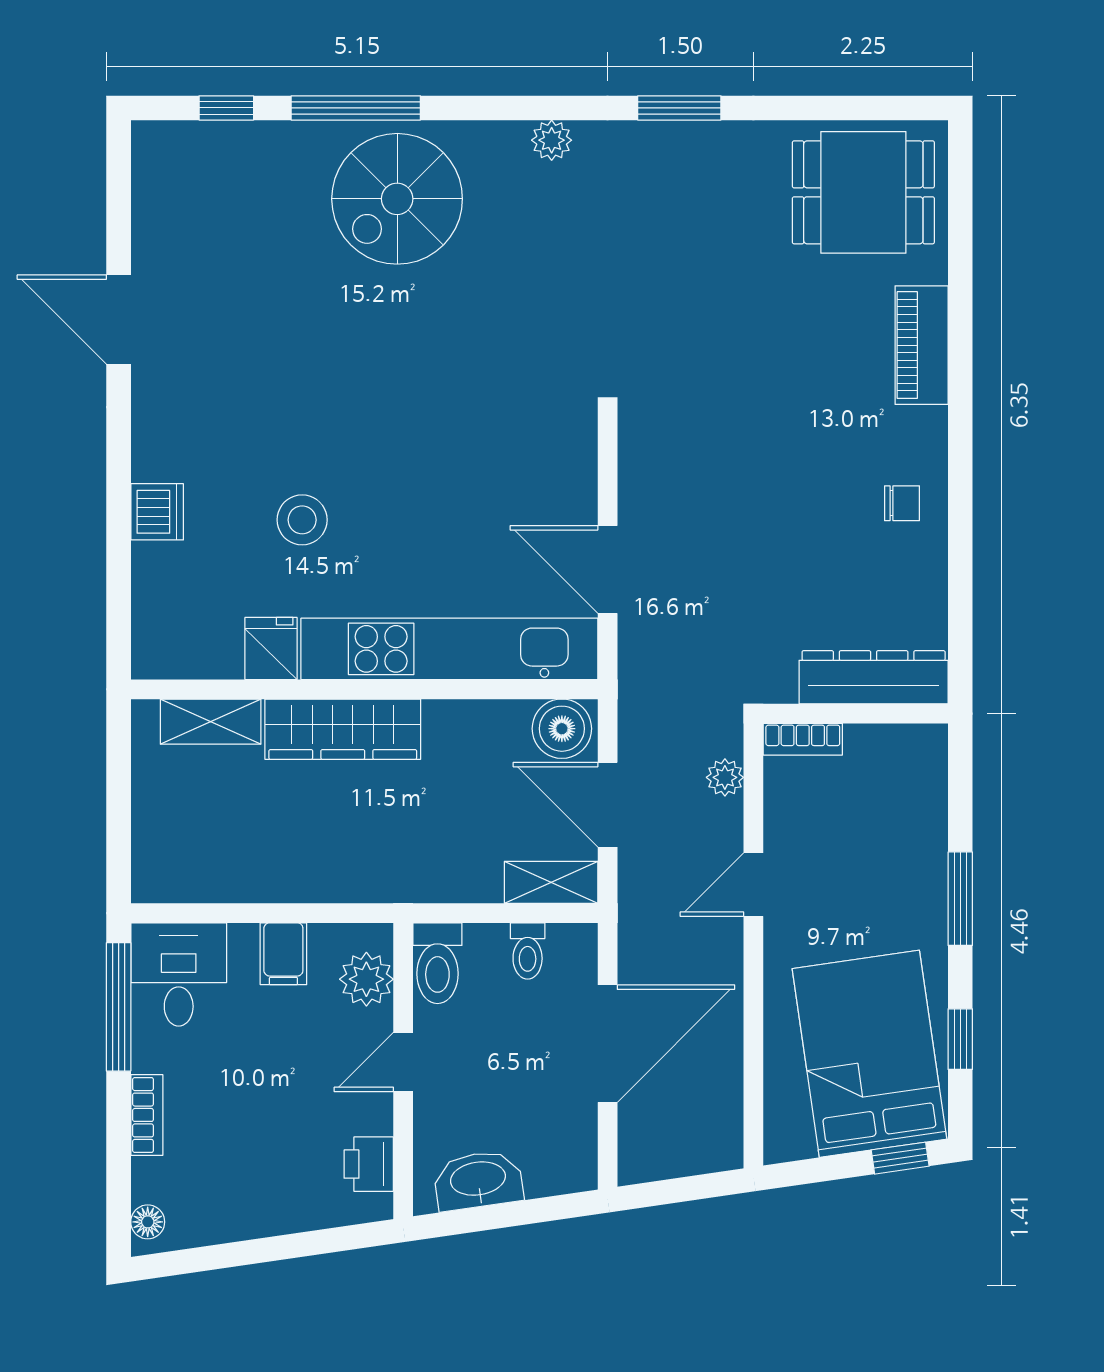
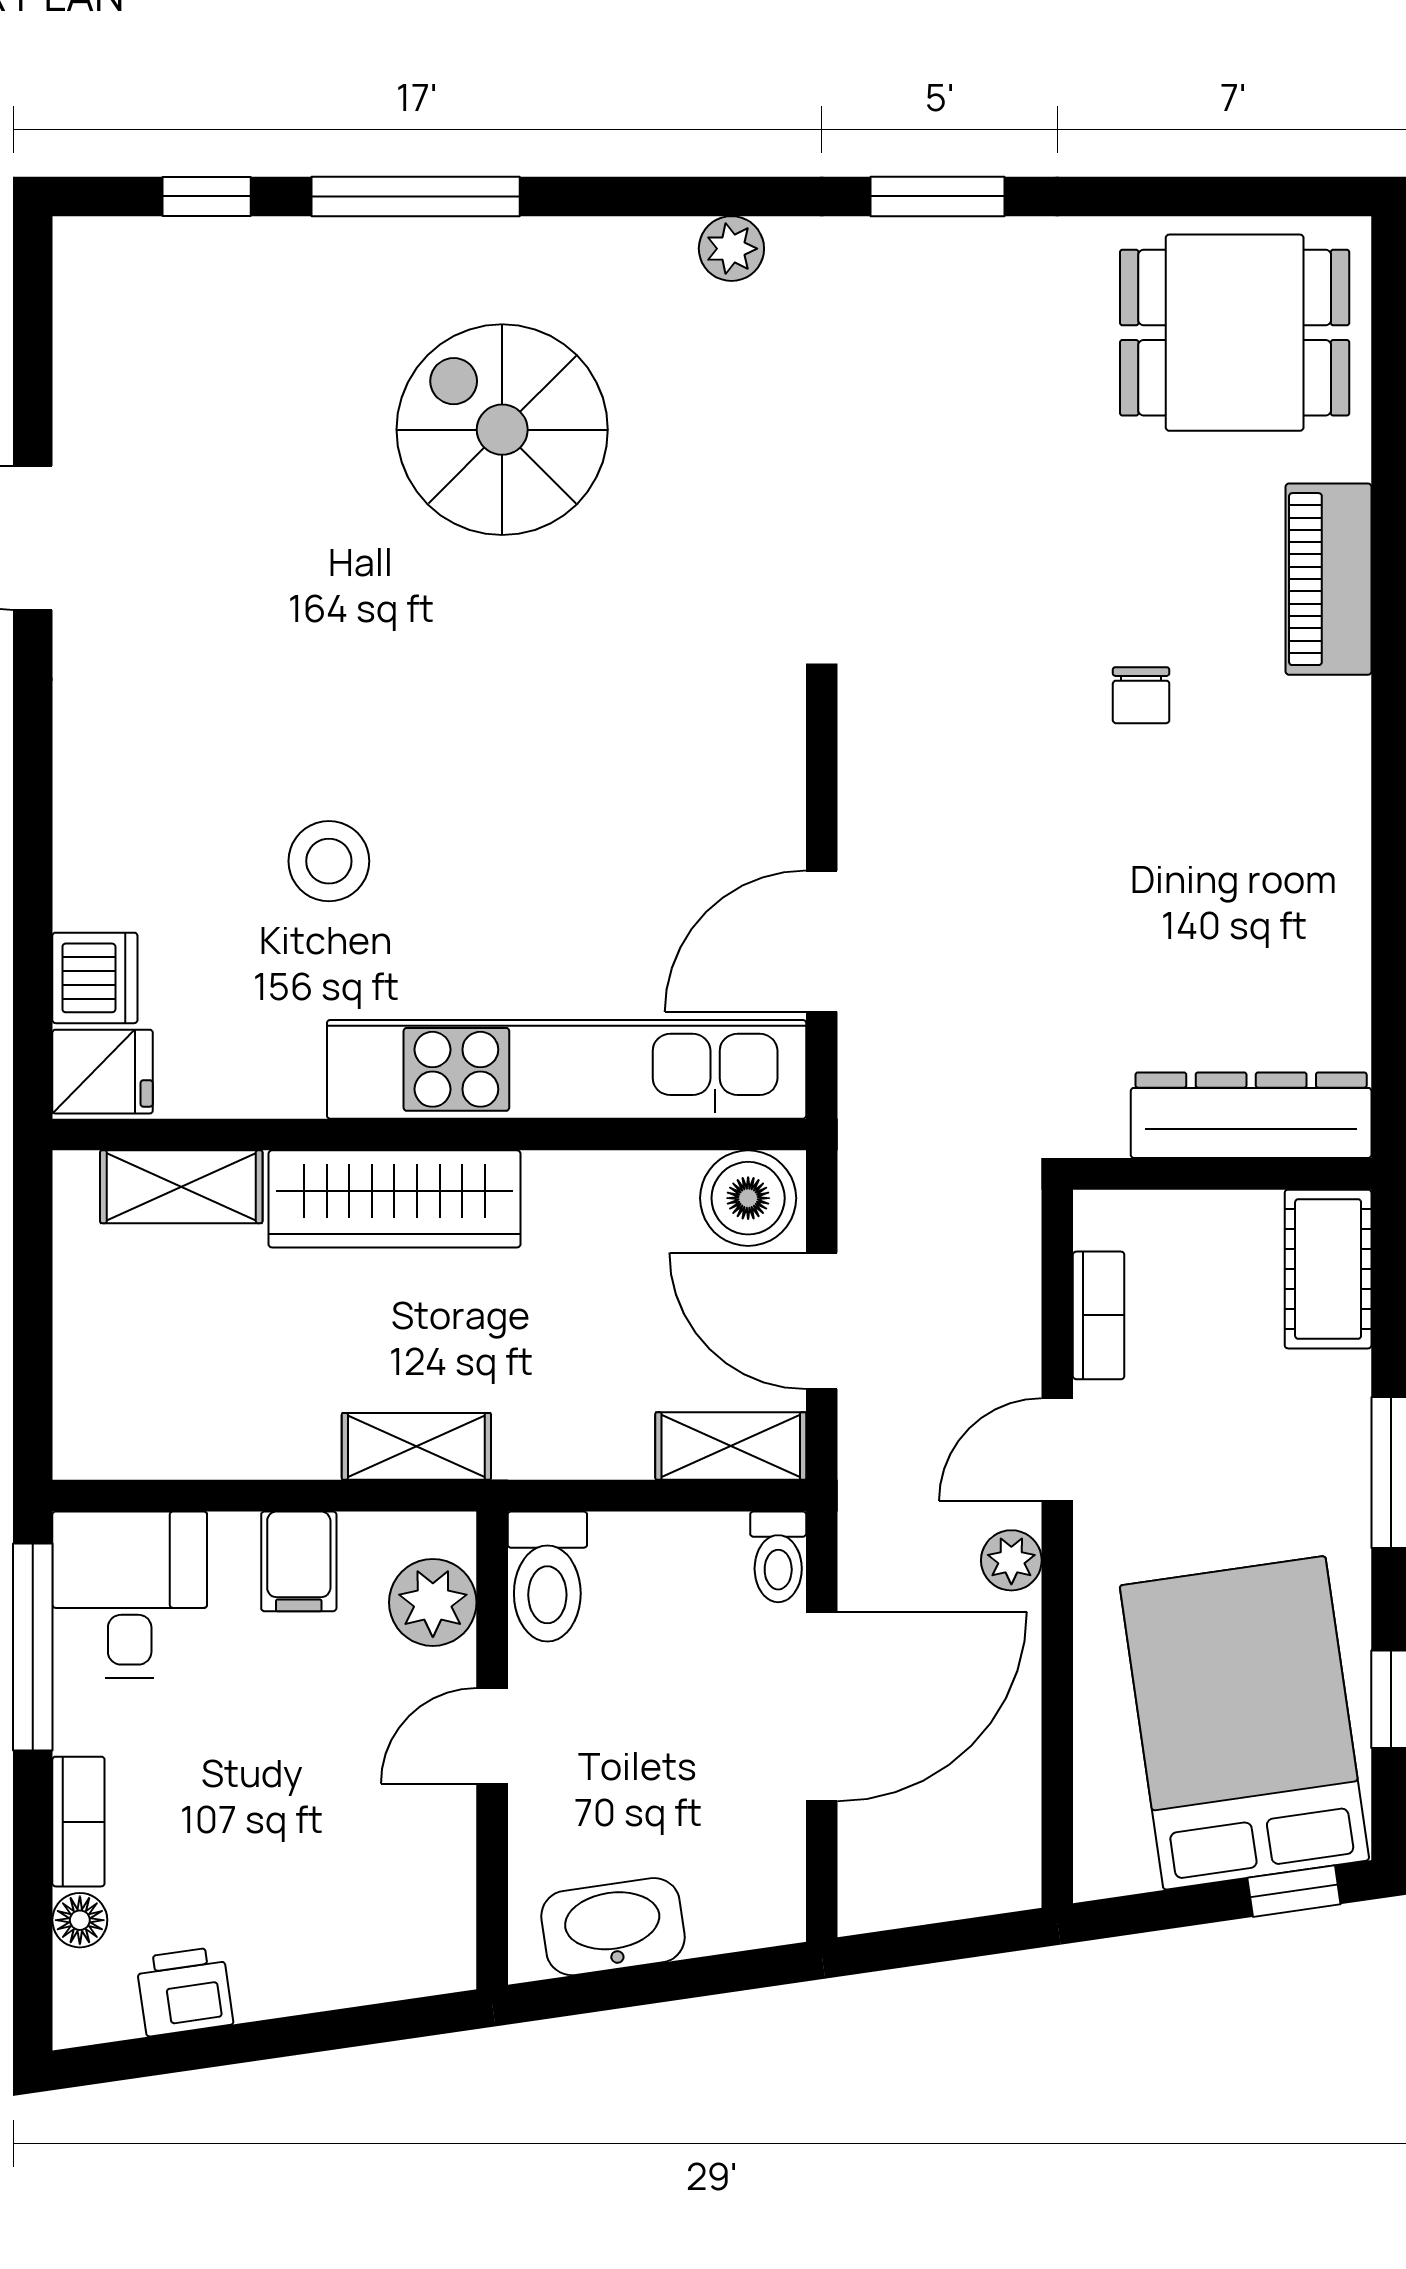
spiral stairs: (397, 199) -> (502, 430), moved, turned 90
chair: (902, 503) -> (1141, 695), moved, turned 90
dishwasher: (157, 512) -> (95, 978), moved
door: (608, 570) -> (822, 941), hinge flipped
fridge: (271, 648) -> (103, 1072), moved, turned 90
bookcase: (803, 739) -> (1099, 1315), moved, turned -90
cot: (921, 773) -> (1328, 1269), added
plant: (725, 777) -> (1011, 1560), moved
shelving: (356, 883) -> (416, 1446), added
toilet: (528, 951) -> (778, 1557), moved
printer: (369, 1164) -> (185, 1991), moved, turned 82
floor lamp: (148, 1222) -> (80, 1920), moved

